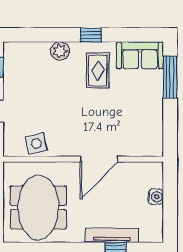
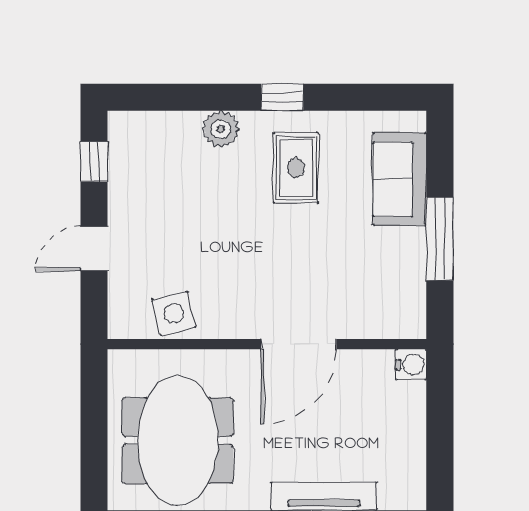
sofa: (140, 55) -> (400, 179), moved, turned 90
window: (170, 77) -> (440, 239), moved
water cooler: (156, 197) -> (411, 365), moved

